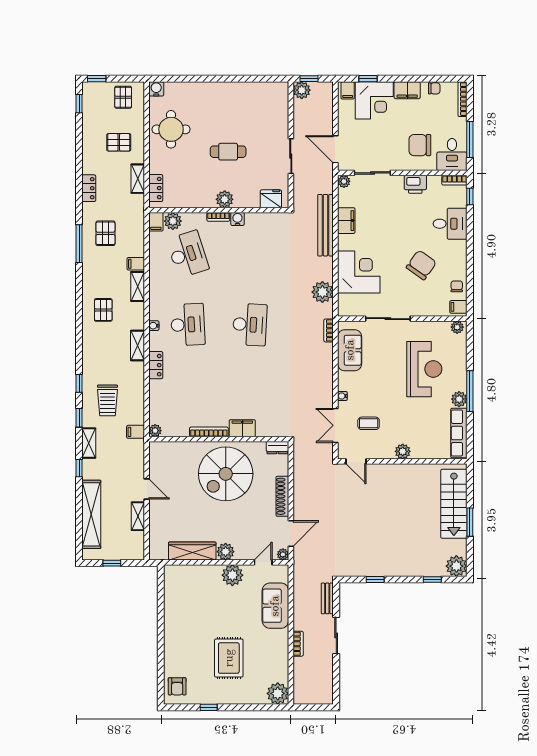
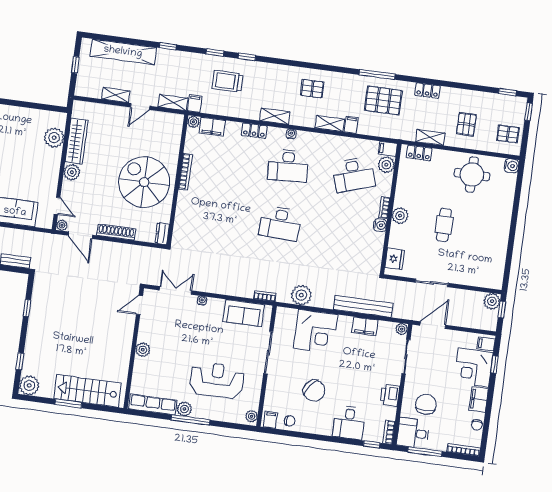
pallet: (105, 233) -> (383, 100), width x1.50, depth x1.42
reception desk: (424, 369) -> (217, 380), turned 180
coffee table: (369, 423) -> (173, 322), removed
filing cabinet: (242, 428) -> (212, 127), moved, turned 90
shelving: (89, 443) -> (173, 102), moved
plant: (232, 575) -> (54, 138), moved

